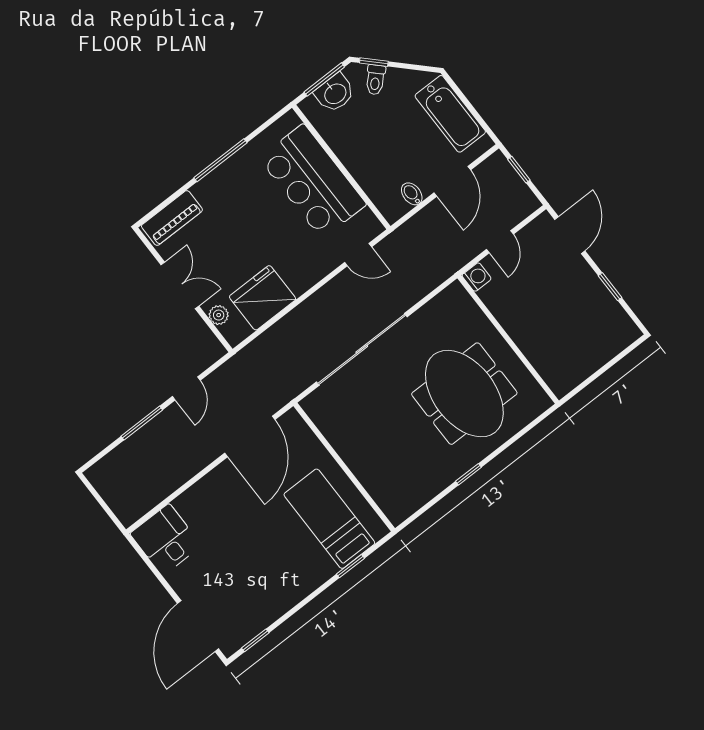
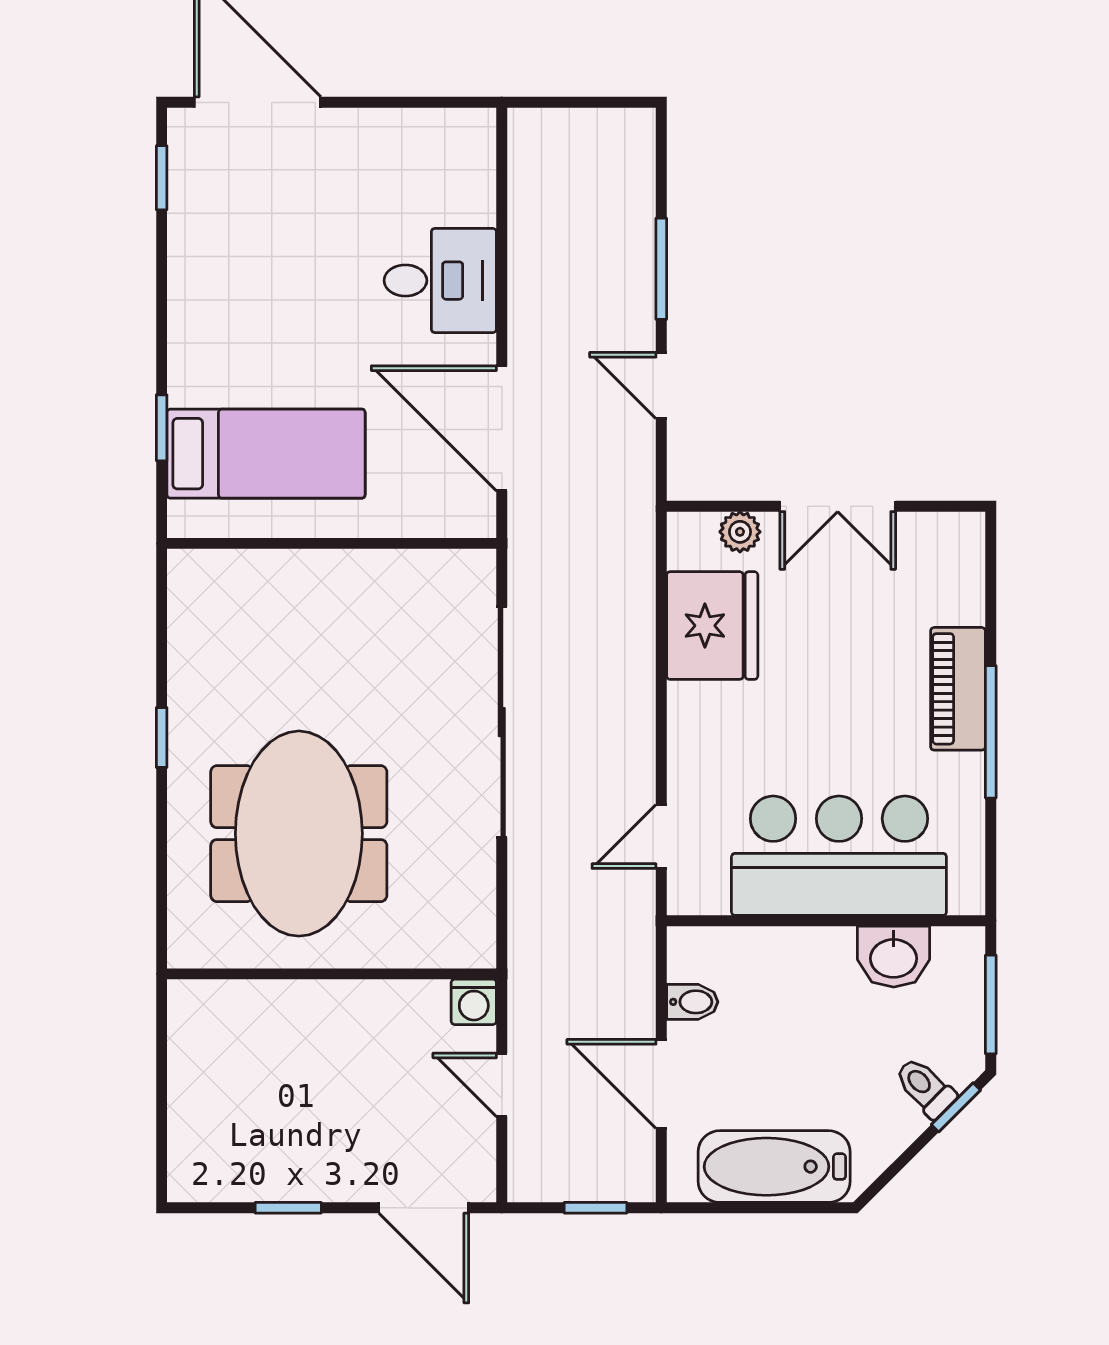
washbasin: (335, 93) -> (894, 957), moved, turned -90
piano: (172, 218) -> (958, 689), moved
meeting table: (464, 394) -> (299, 834), turned 90
desk: (166, 540) -> (440, 281), moved

